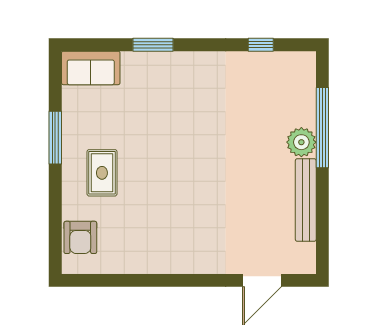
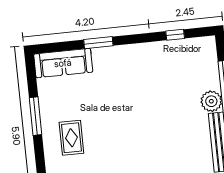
sofa: (91, 68) -> (63, 63), width x1.36

